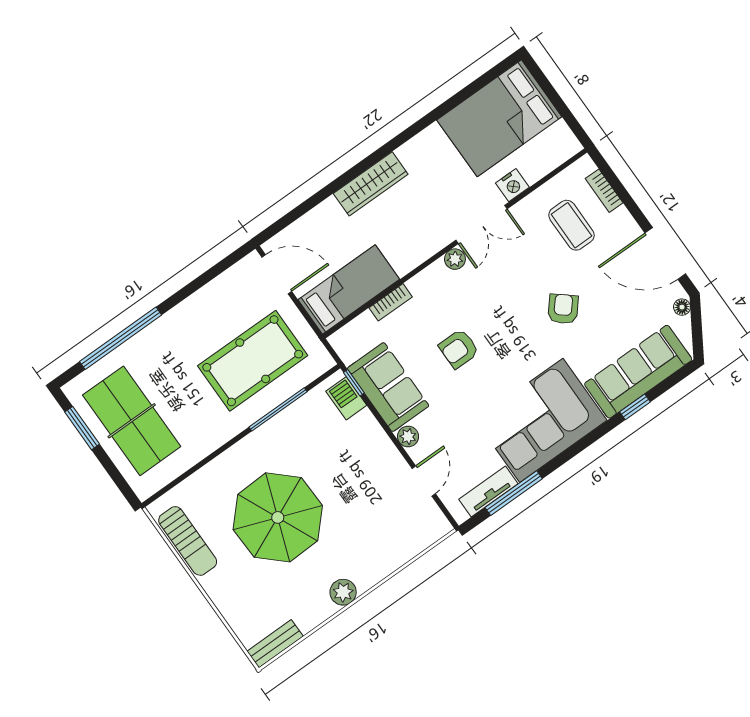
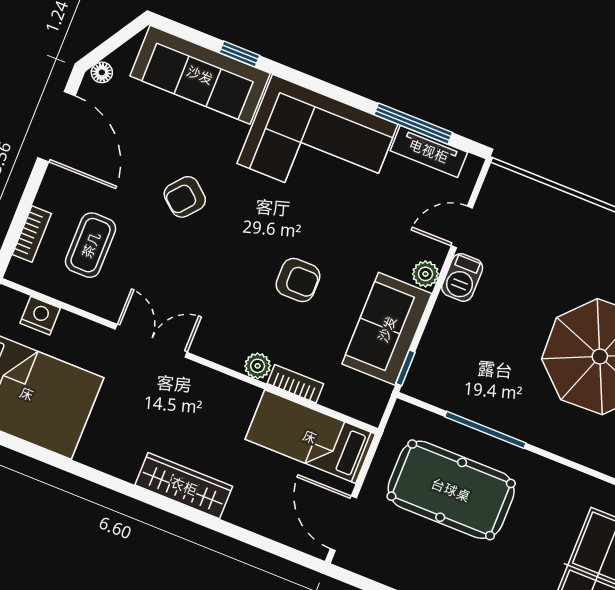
nightstand: (512, 185) -> (40, 316), moved
plant: (455, 259) -> (258, 366), moved
barbecue: (346, 398) -> (462, 277), moved

